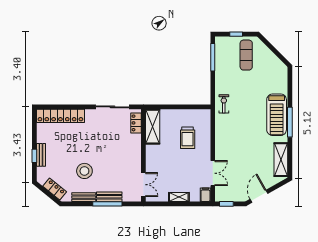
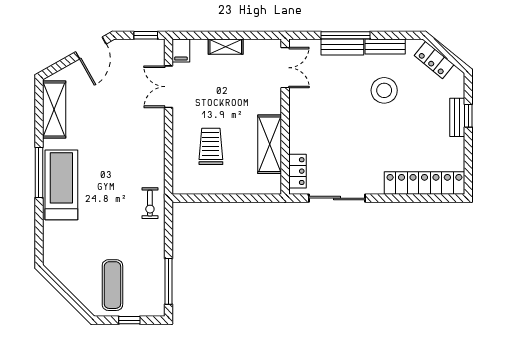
shelving: (153, 127) -> (270, 144), moved
double door: (143, 185) -> (285, 68), swing flipped

